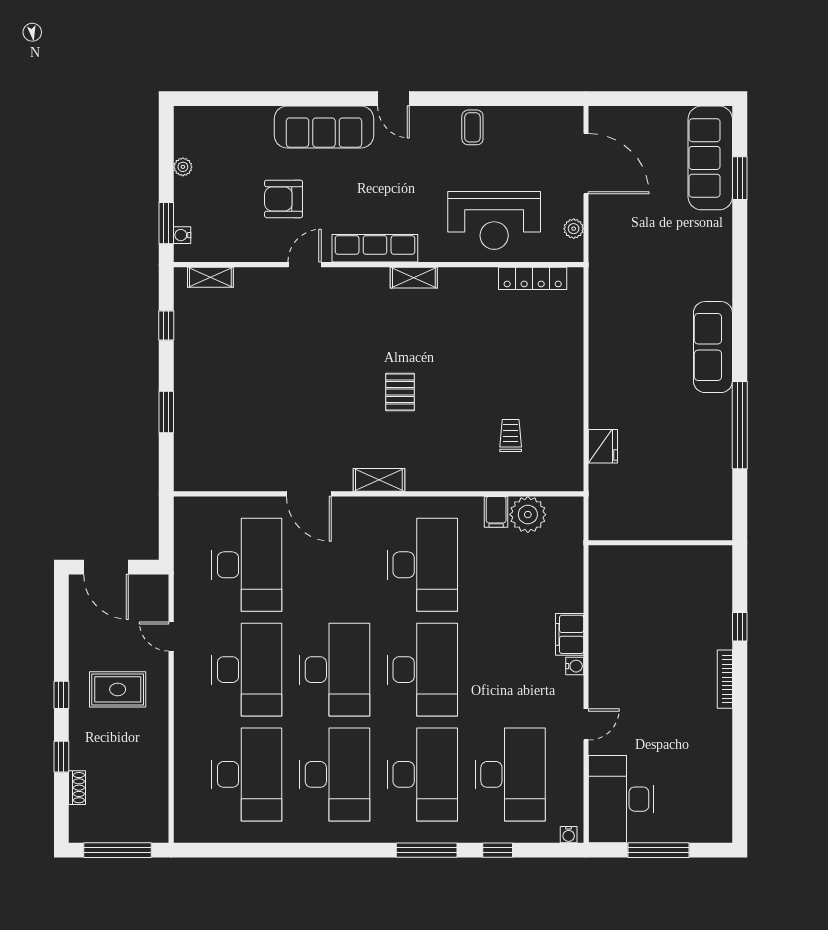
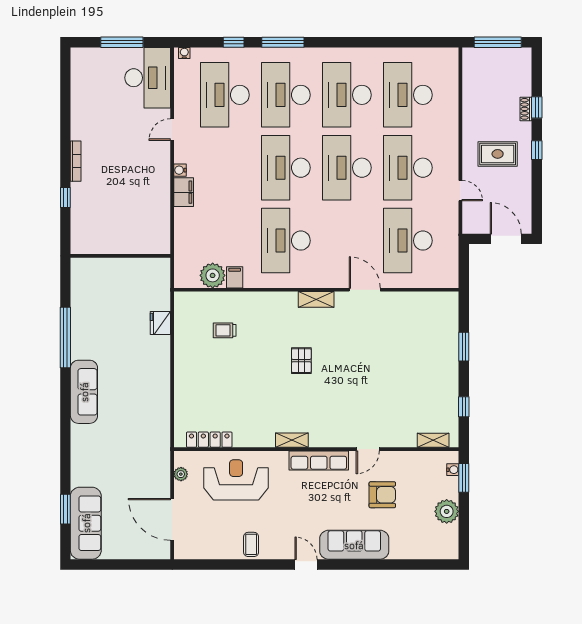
plant: (183, 167) -> (447, 511), width x1.88, depth x1.88
trolley: (511, 436) -> (225, 330), turned 90
shoe rack: (77, 788) -> (526, 109), moved

